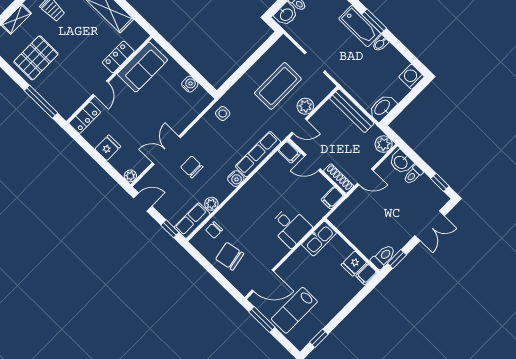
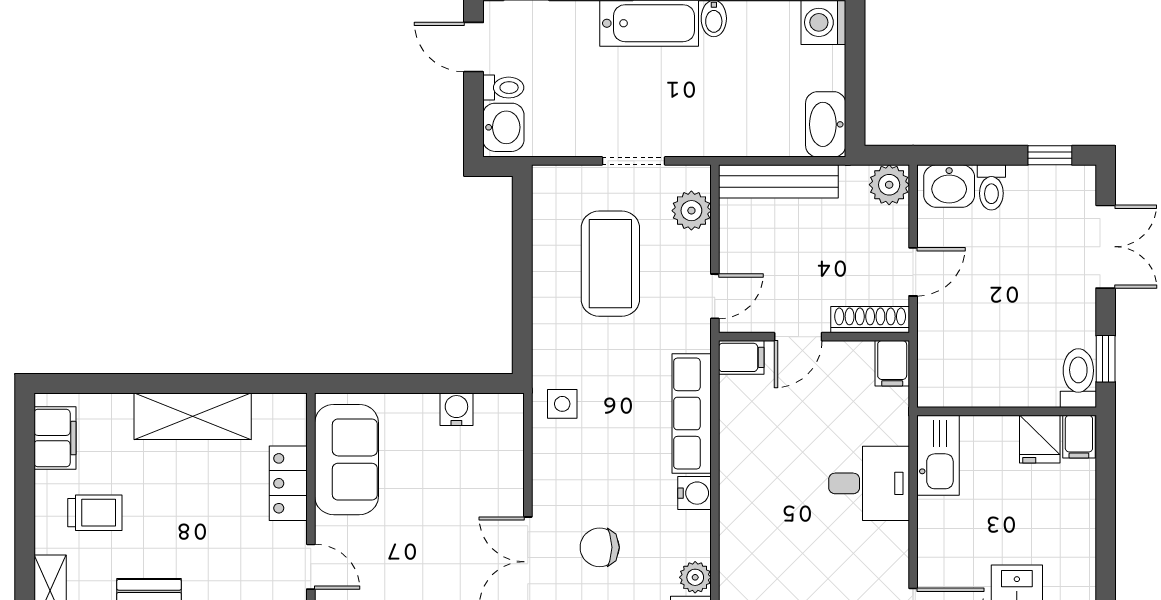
plant: (305, 106) -> (691, 211), moved

